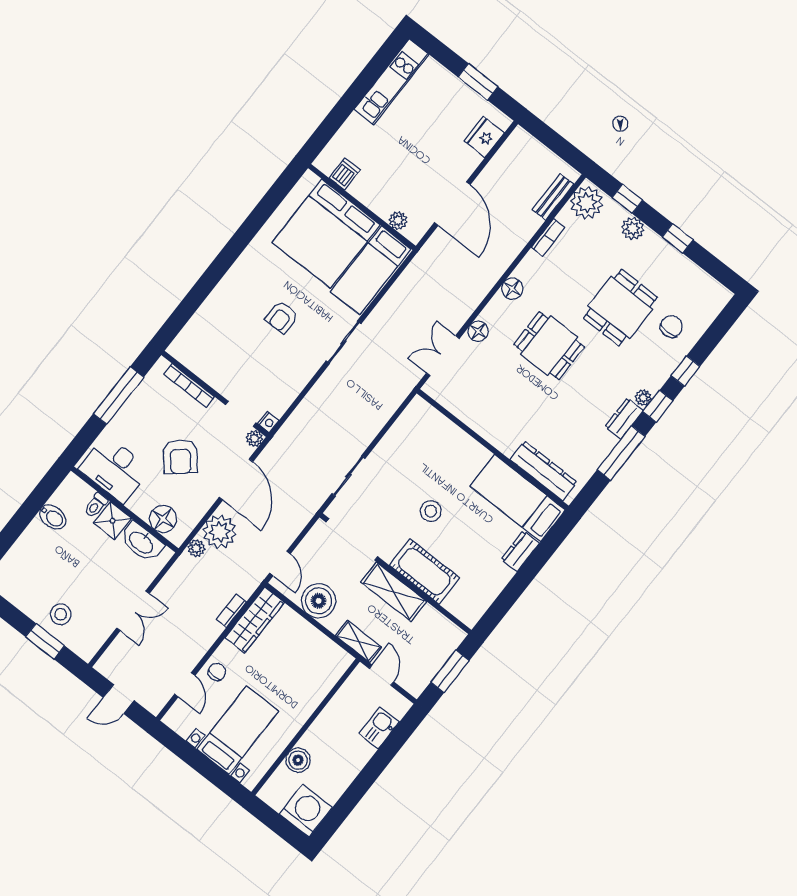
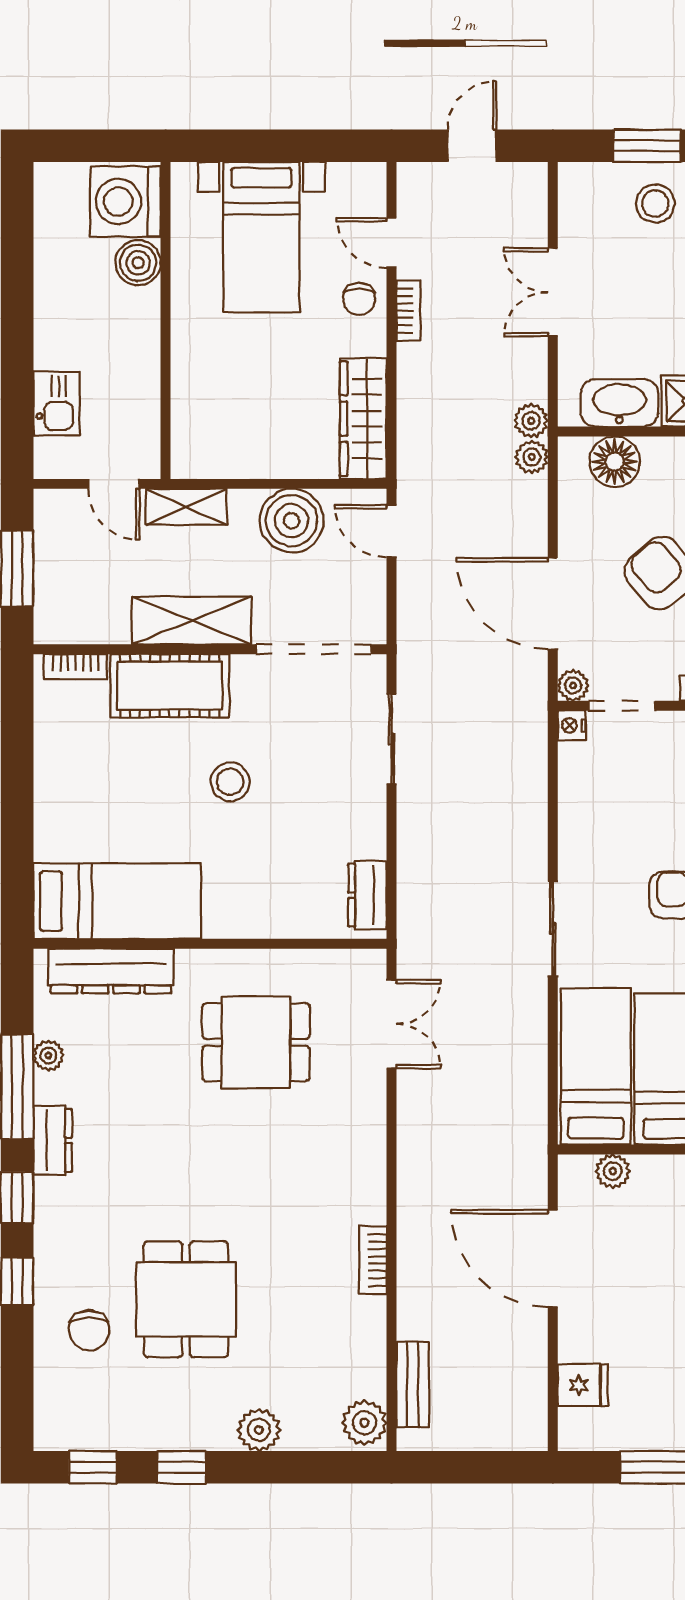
fridge: (484, 137) -> (583, 1385), width x0.72
window: (627, 199) -> (93, 1467), moved
plant: (587, 203) -> (364, 1423), width x0.73, depth x0.73
bookcase: (548, 238) -> (373, 1260), moved
floor lamp: (512, 289) -> (367, 1203), removed
floor lamp: (478, 331) -> (368, 1100), removed
dining table: (549, 346) -> (256, 1042), moved
plant: (643, 398) -> (48, 1055), moved
plant: (220, 532) -> (531, 421), moved, width x0.53, depth x0.53
dresser: (520, 551) -> (367, 895), moved, turned 180
bookcase: (231, 611) -> (408, 311), moved
bookcase: (458, 611) -> (76, 667), added
washing machine: (306, 811) -> (125, 202), moved, turned 90

